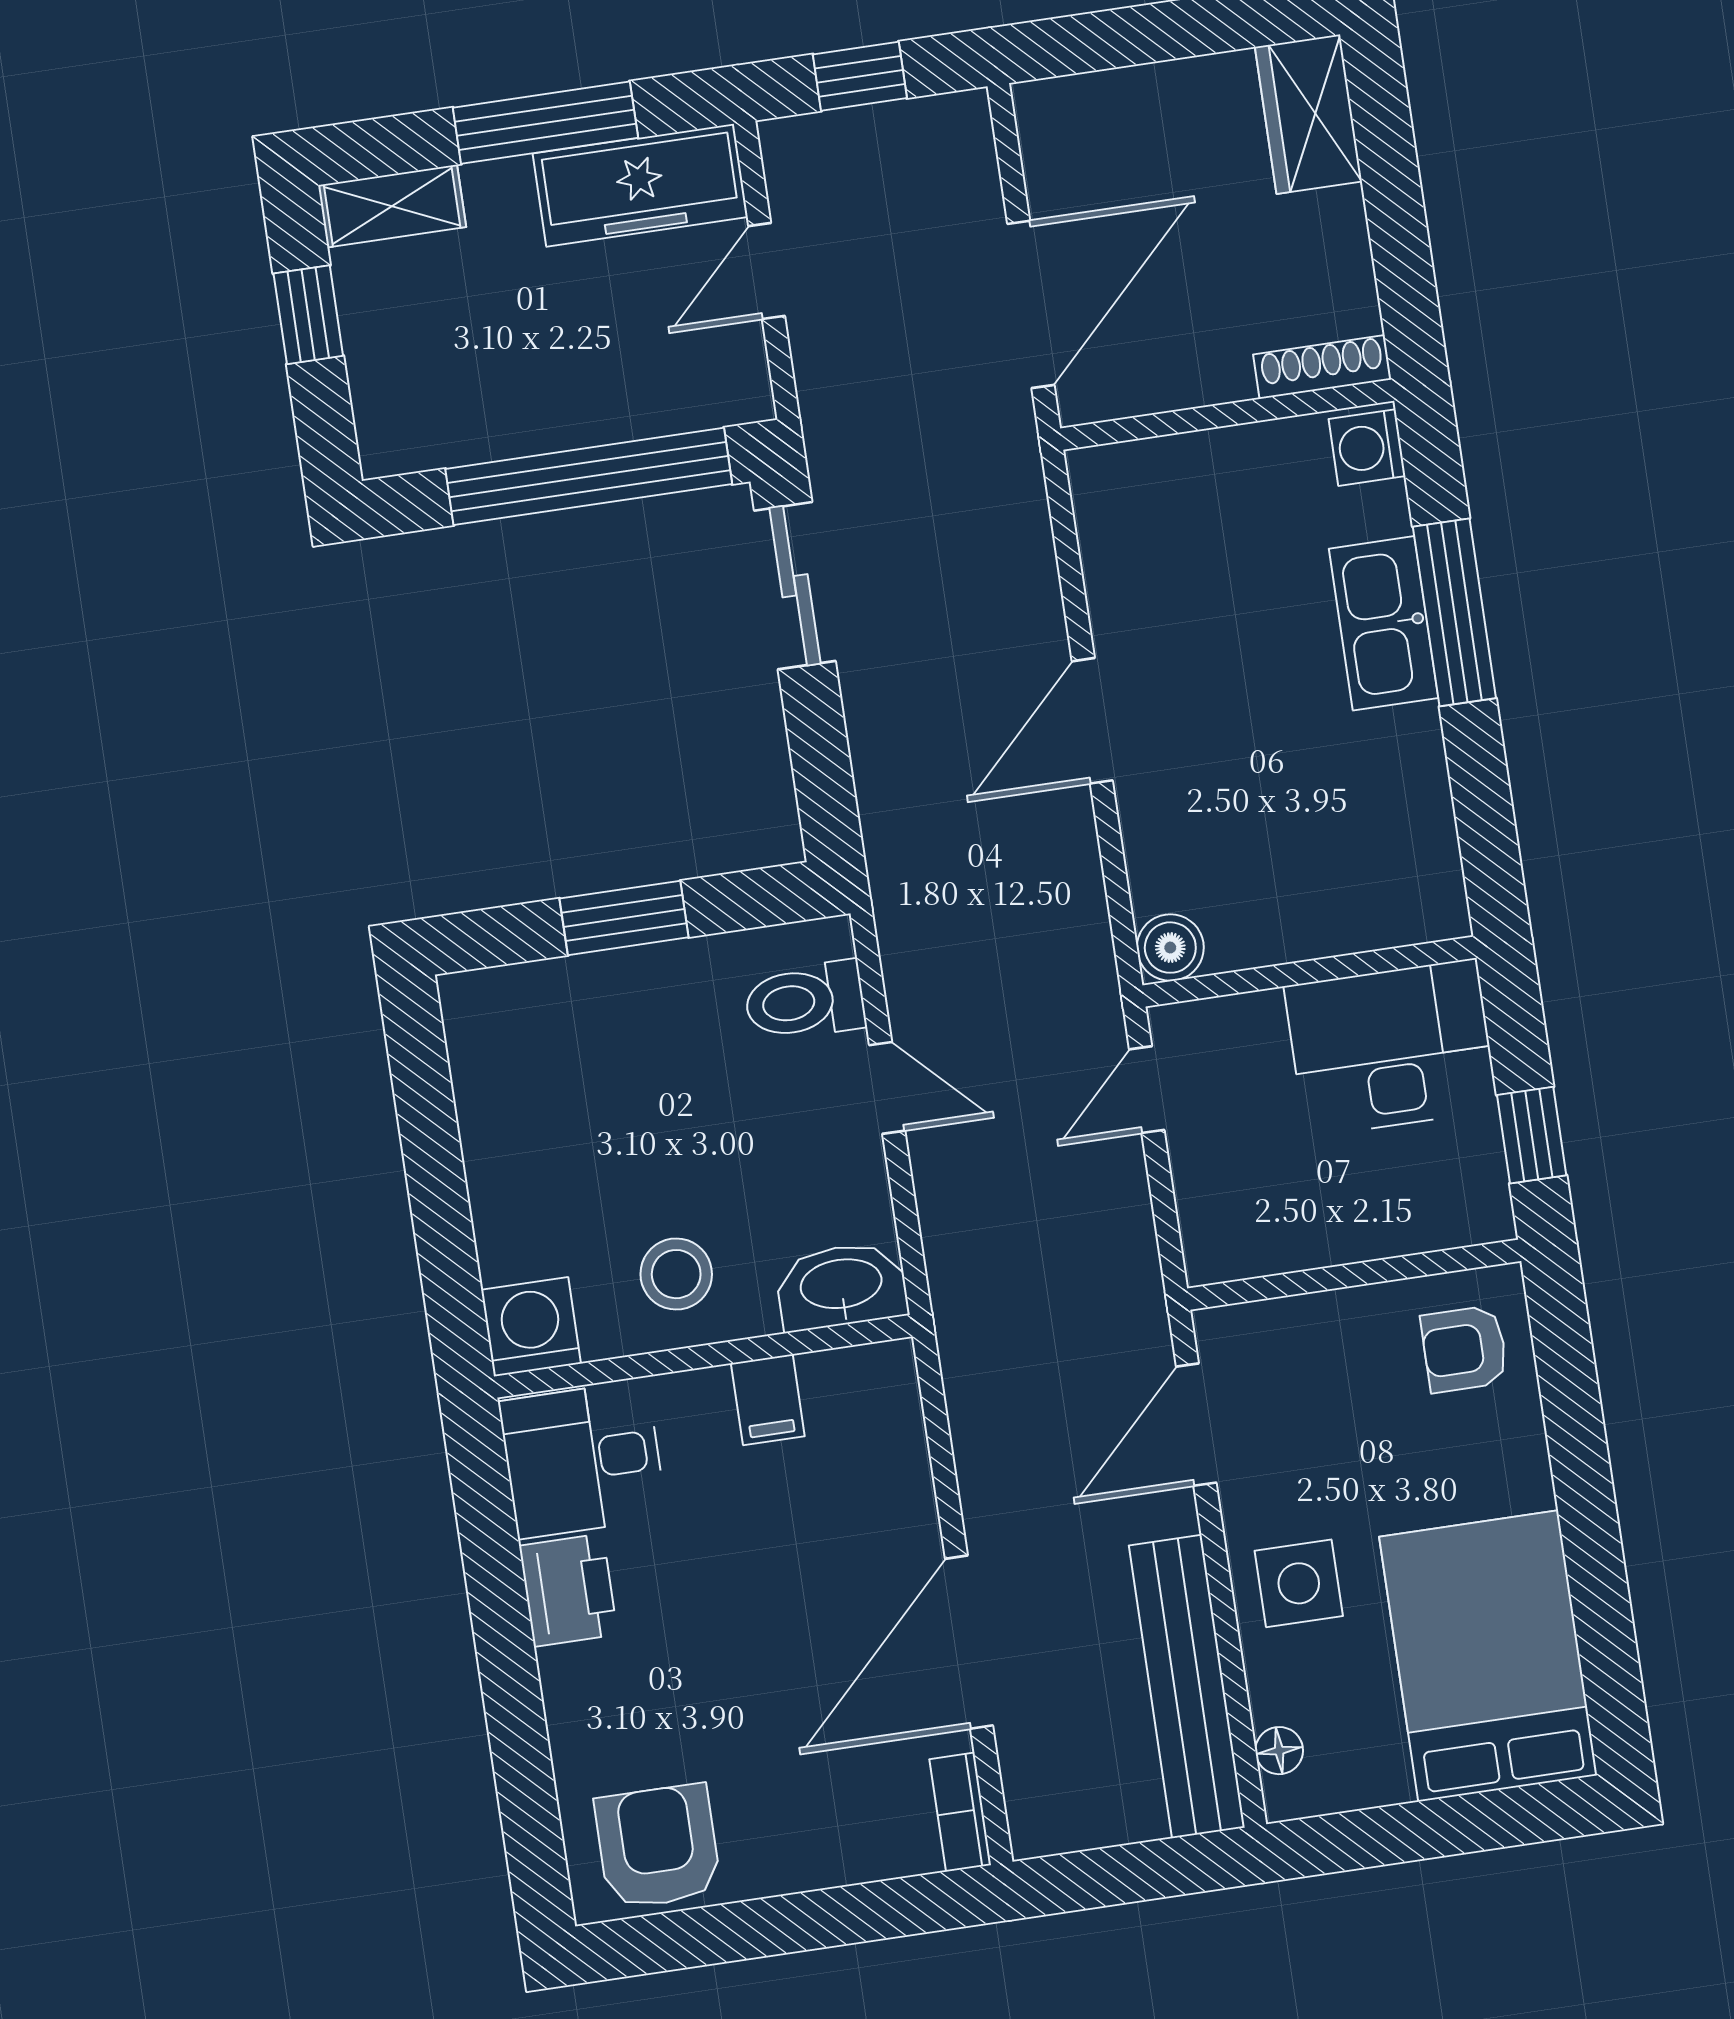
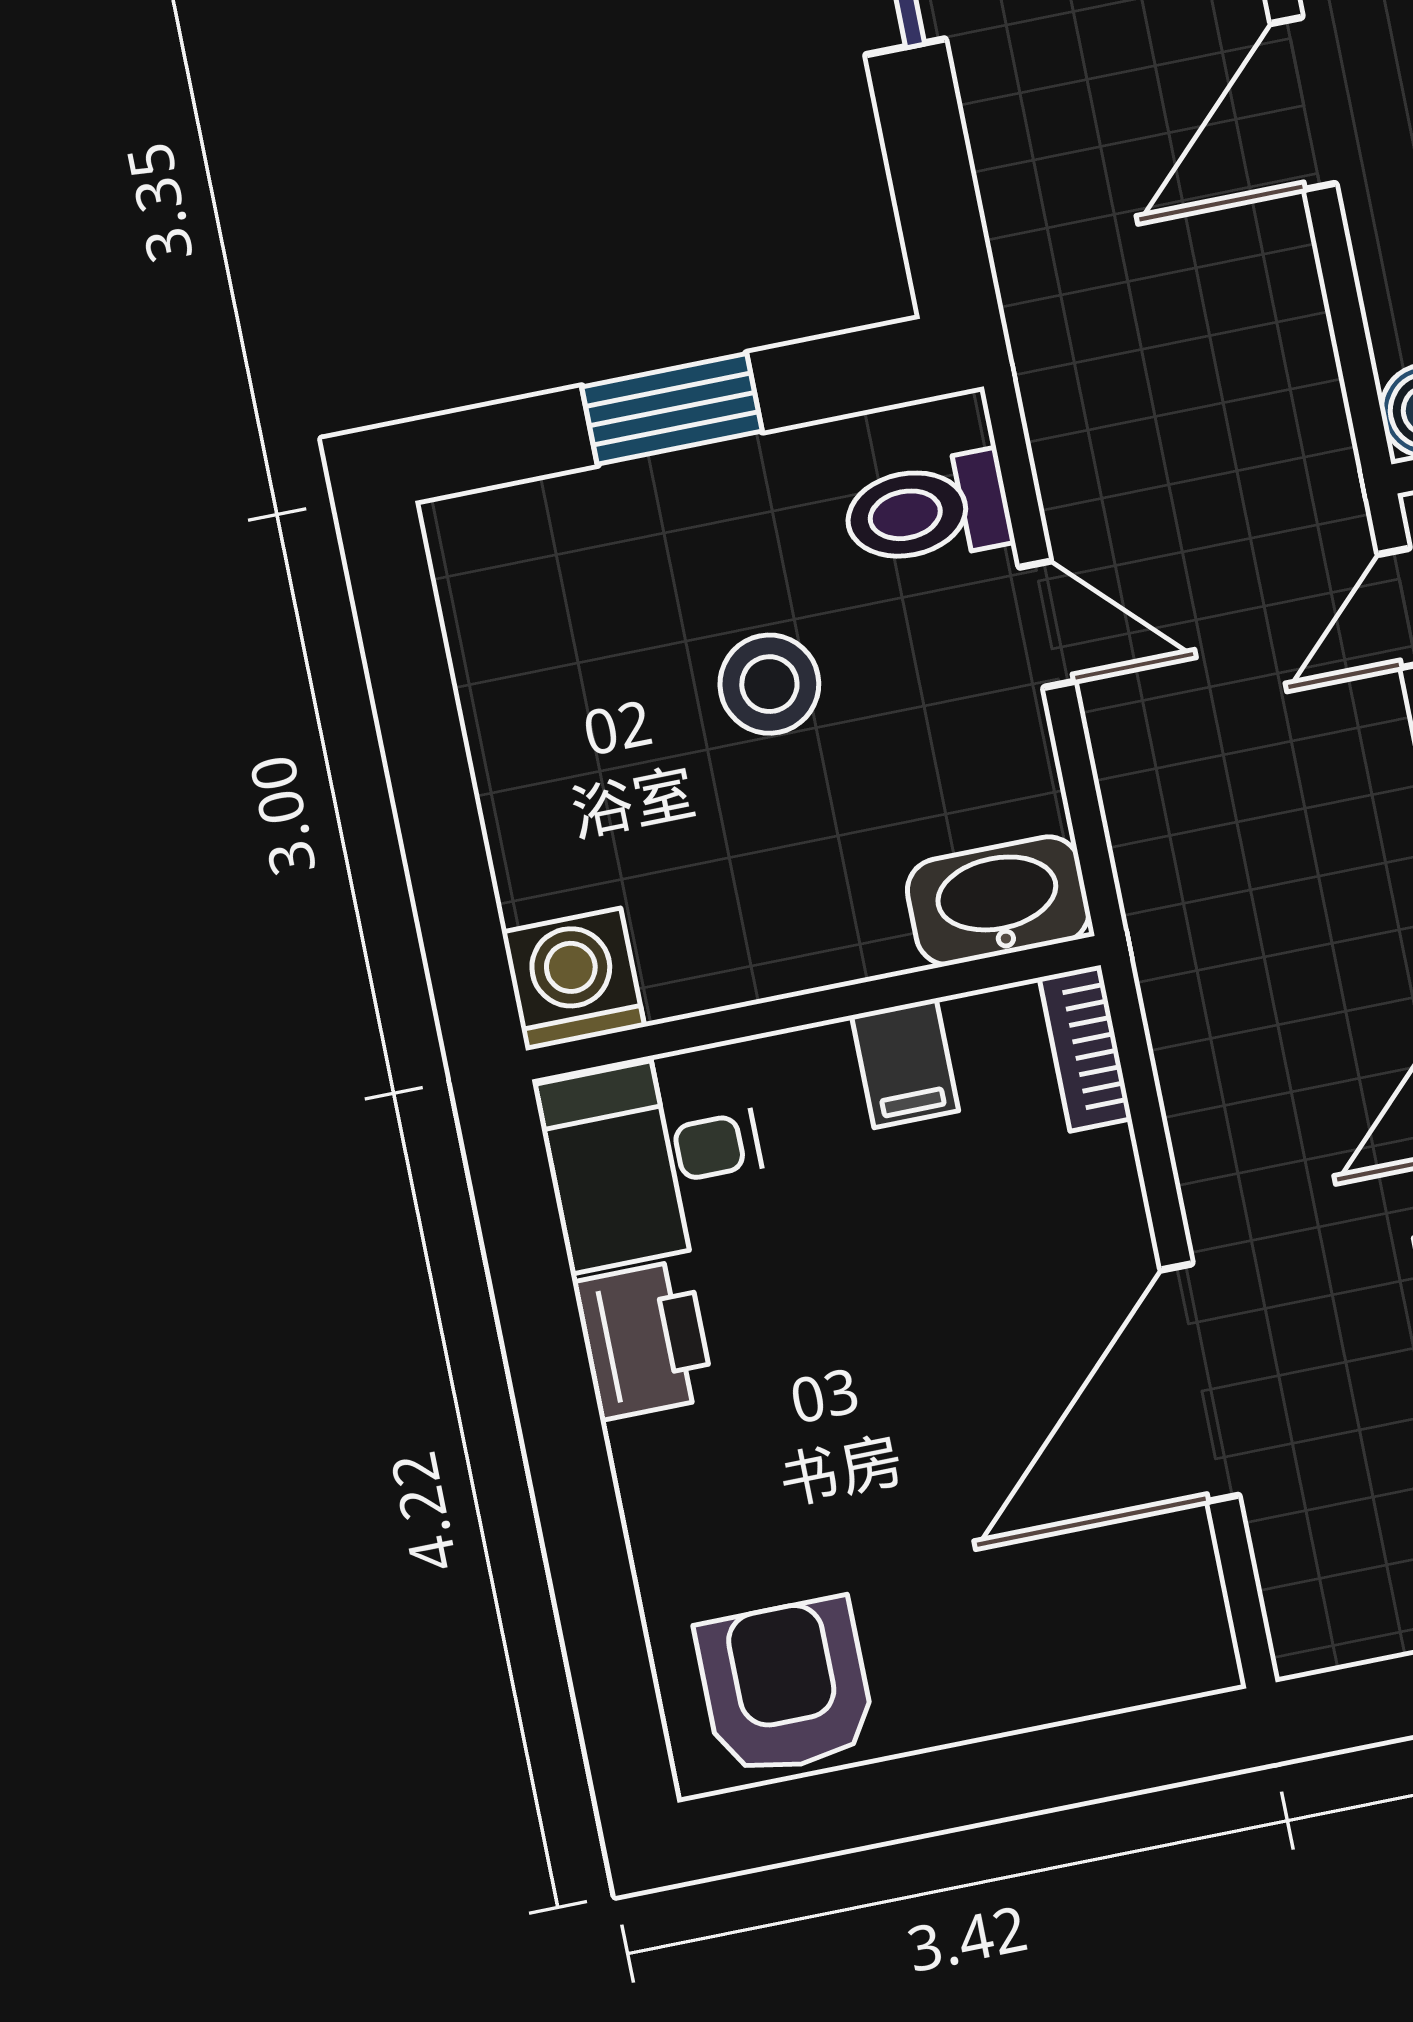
stool: (676, 1274) -> (769, 684), moved
bookcase: (960, 1812) -> (1085, 1048), moved

